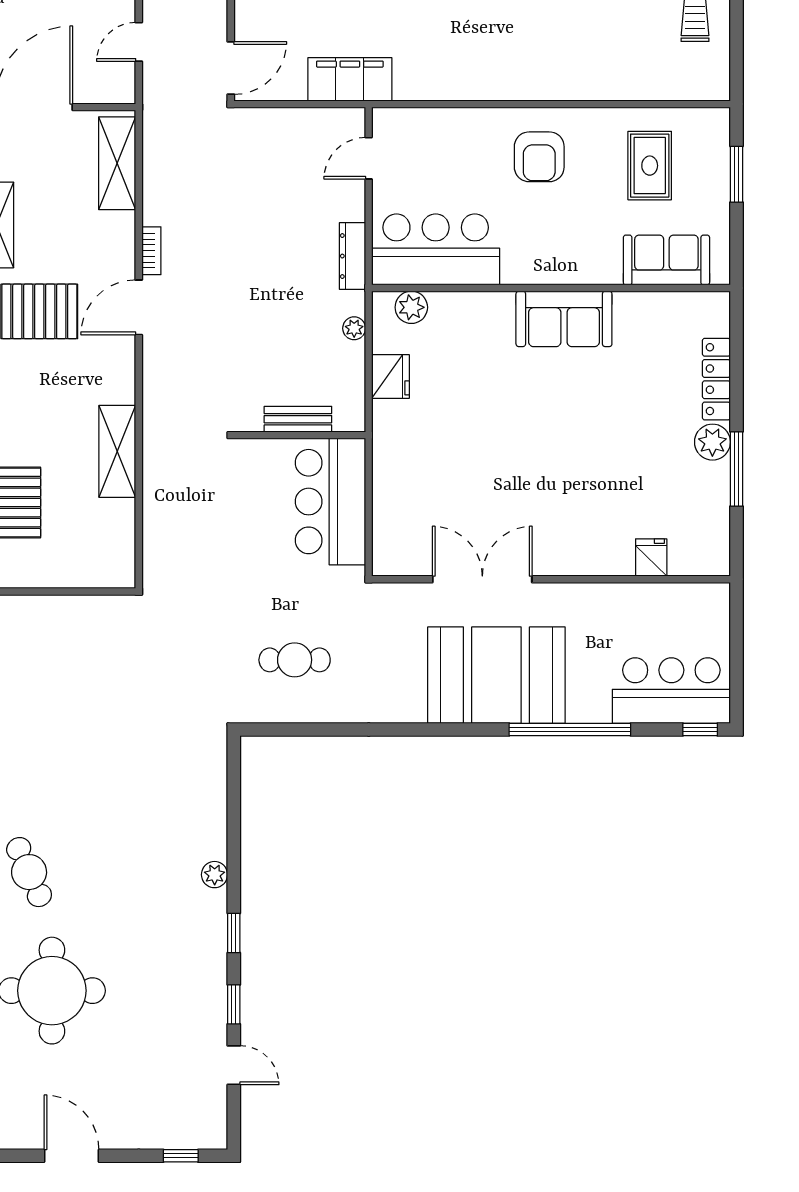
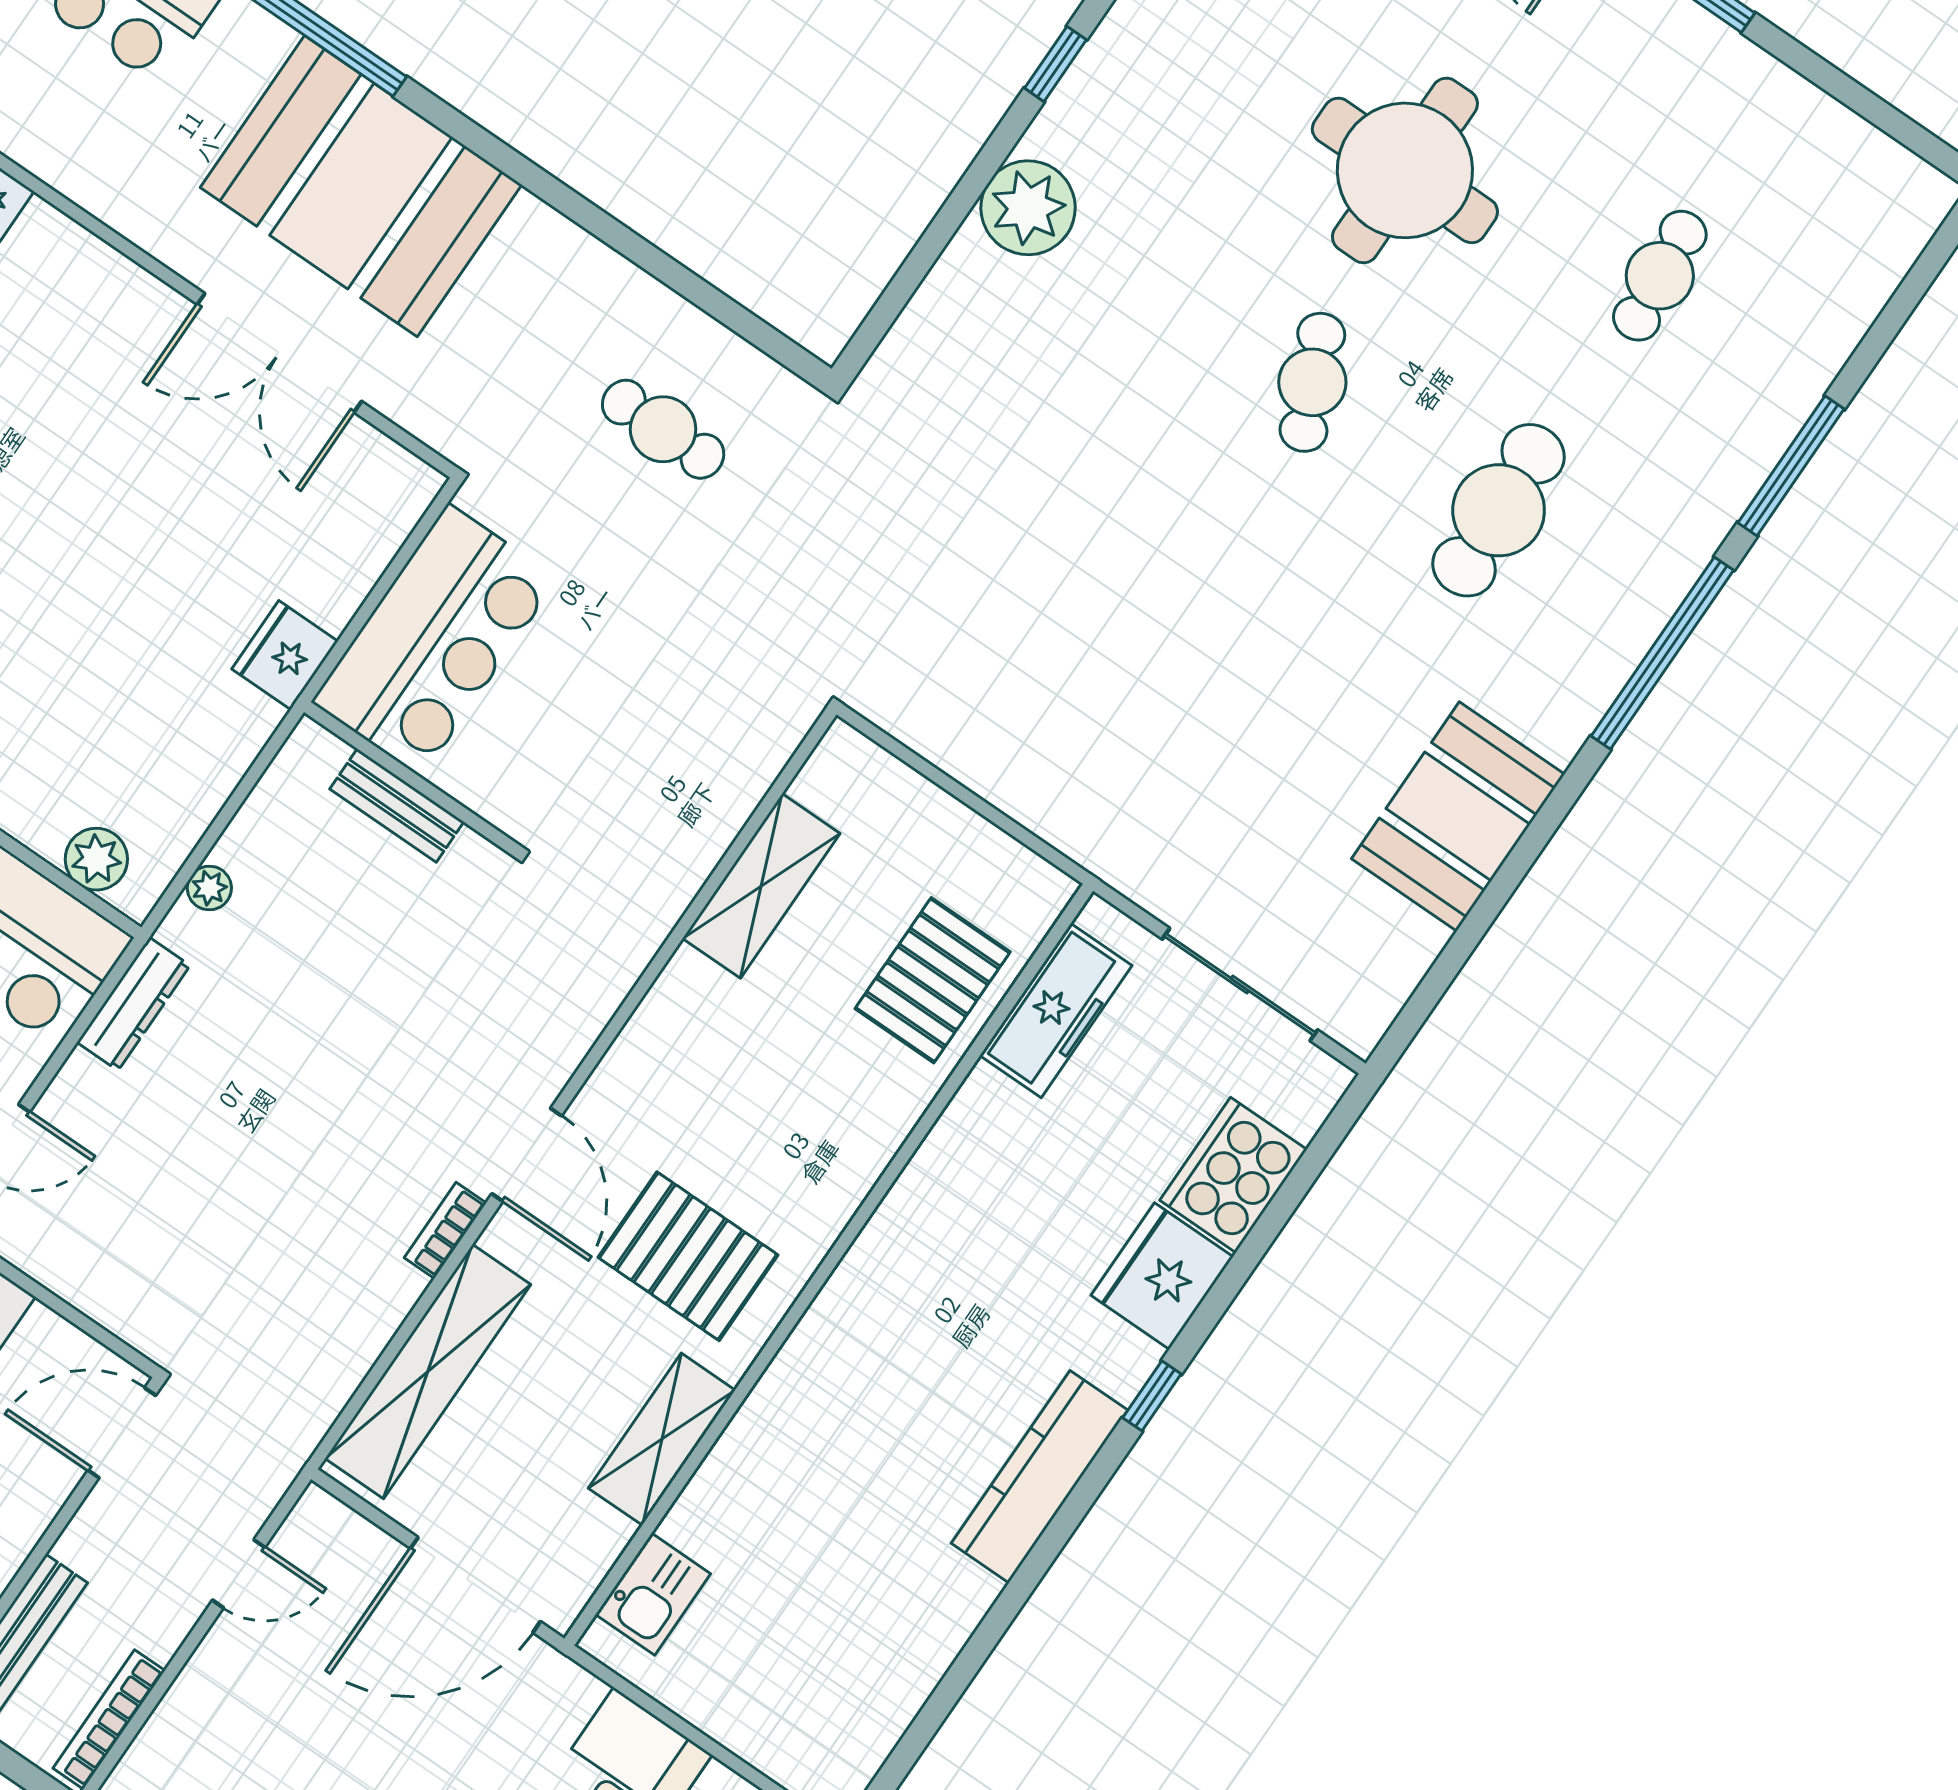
shelving: (117, 163) -> (428, 1372), width x1.47
door: (139, 307) -> (527, 1155), hinge flipped
fridge: (391, 377) -> (285, 655), moved
shelving: (117, 451) -> (761, 886), moved
plant: (215, 875) -> (1028, 208), width x1.87, depth x1.87

